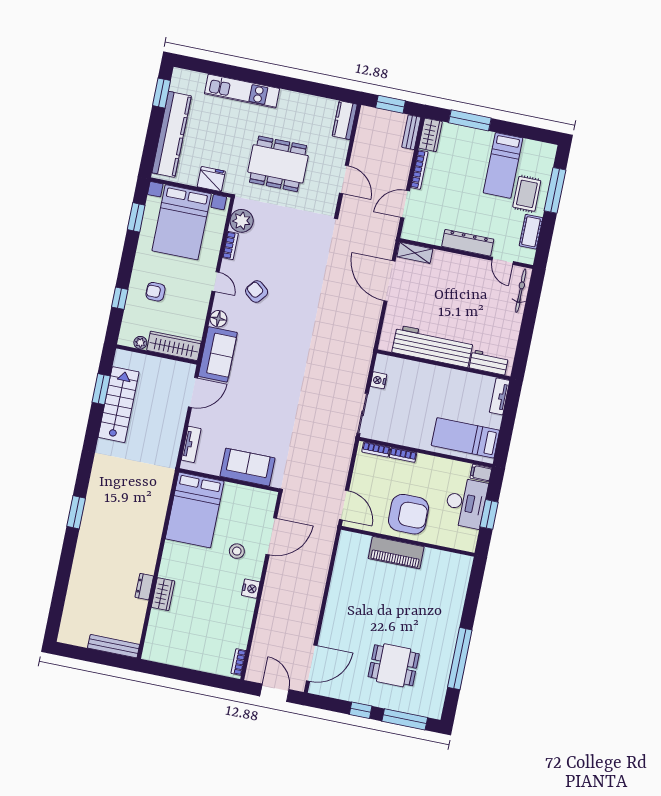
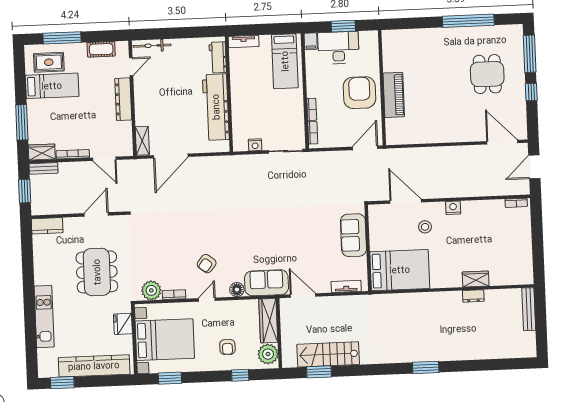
rug: (527, 194) -> (49, 62), moved
plant: (140, 343) -> (268, 354), width x1.87, depth x1.87

